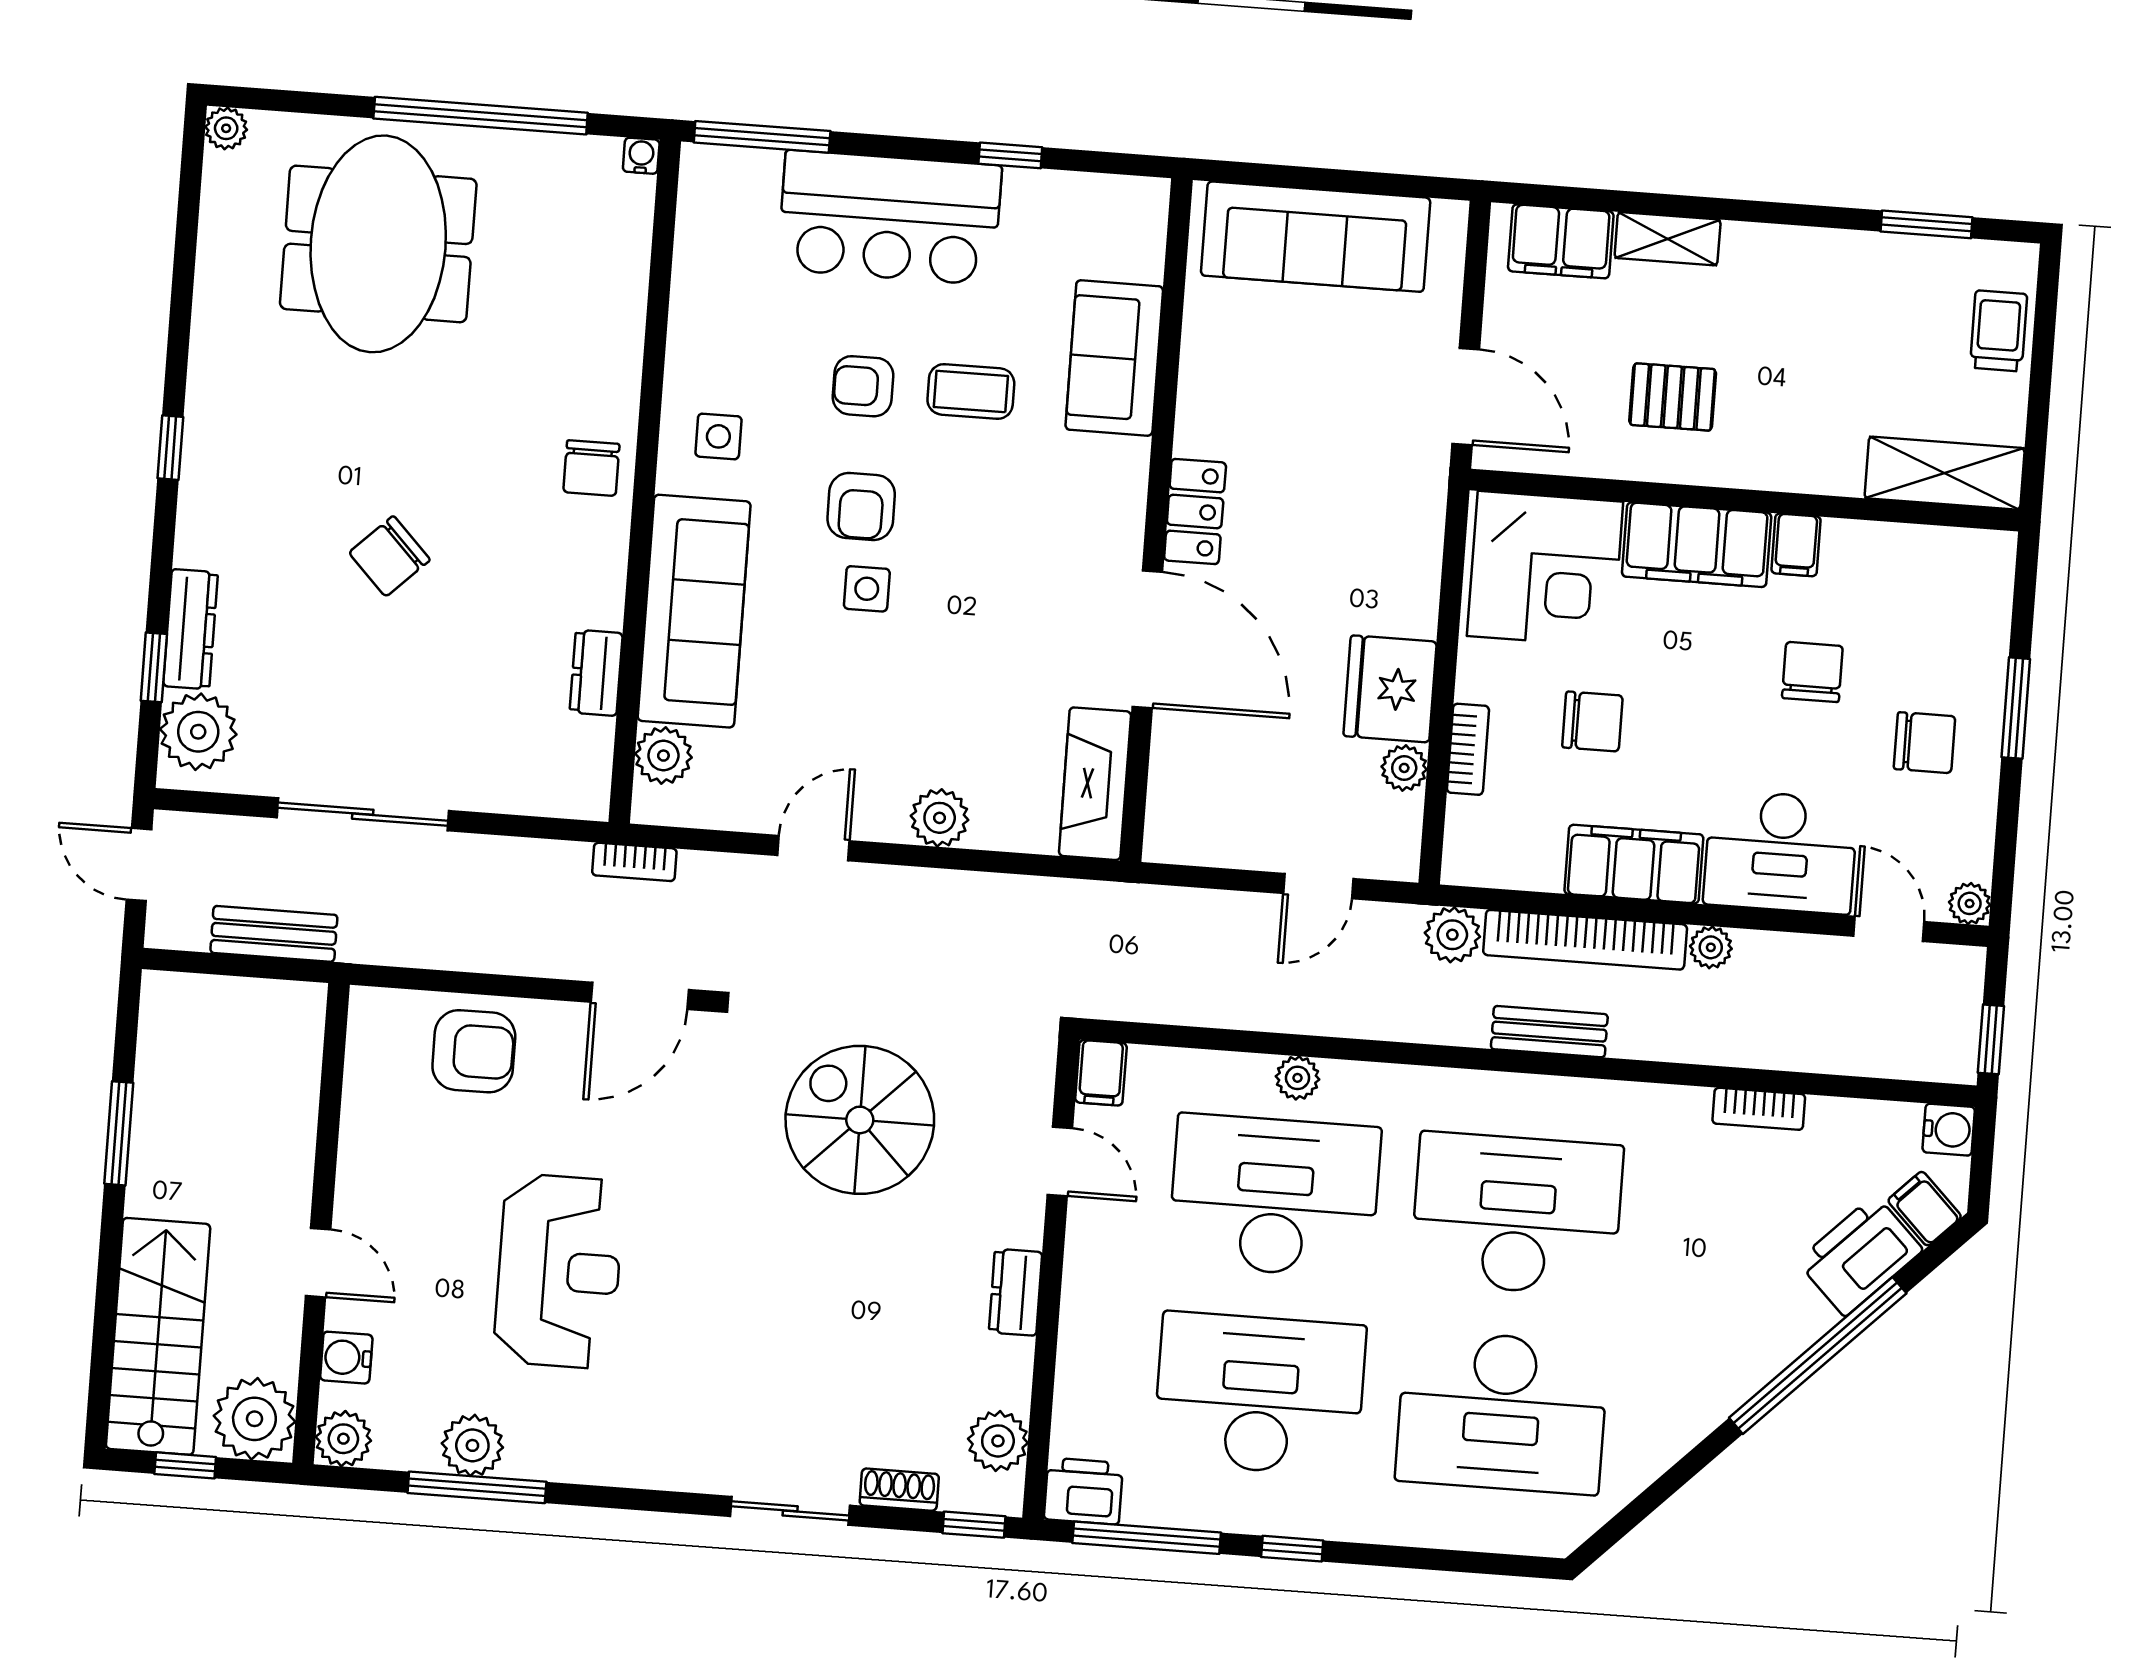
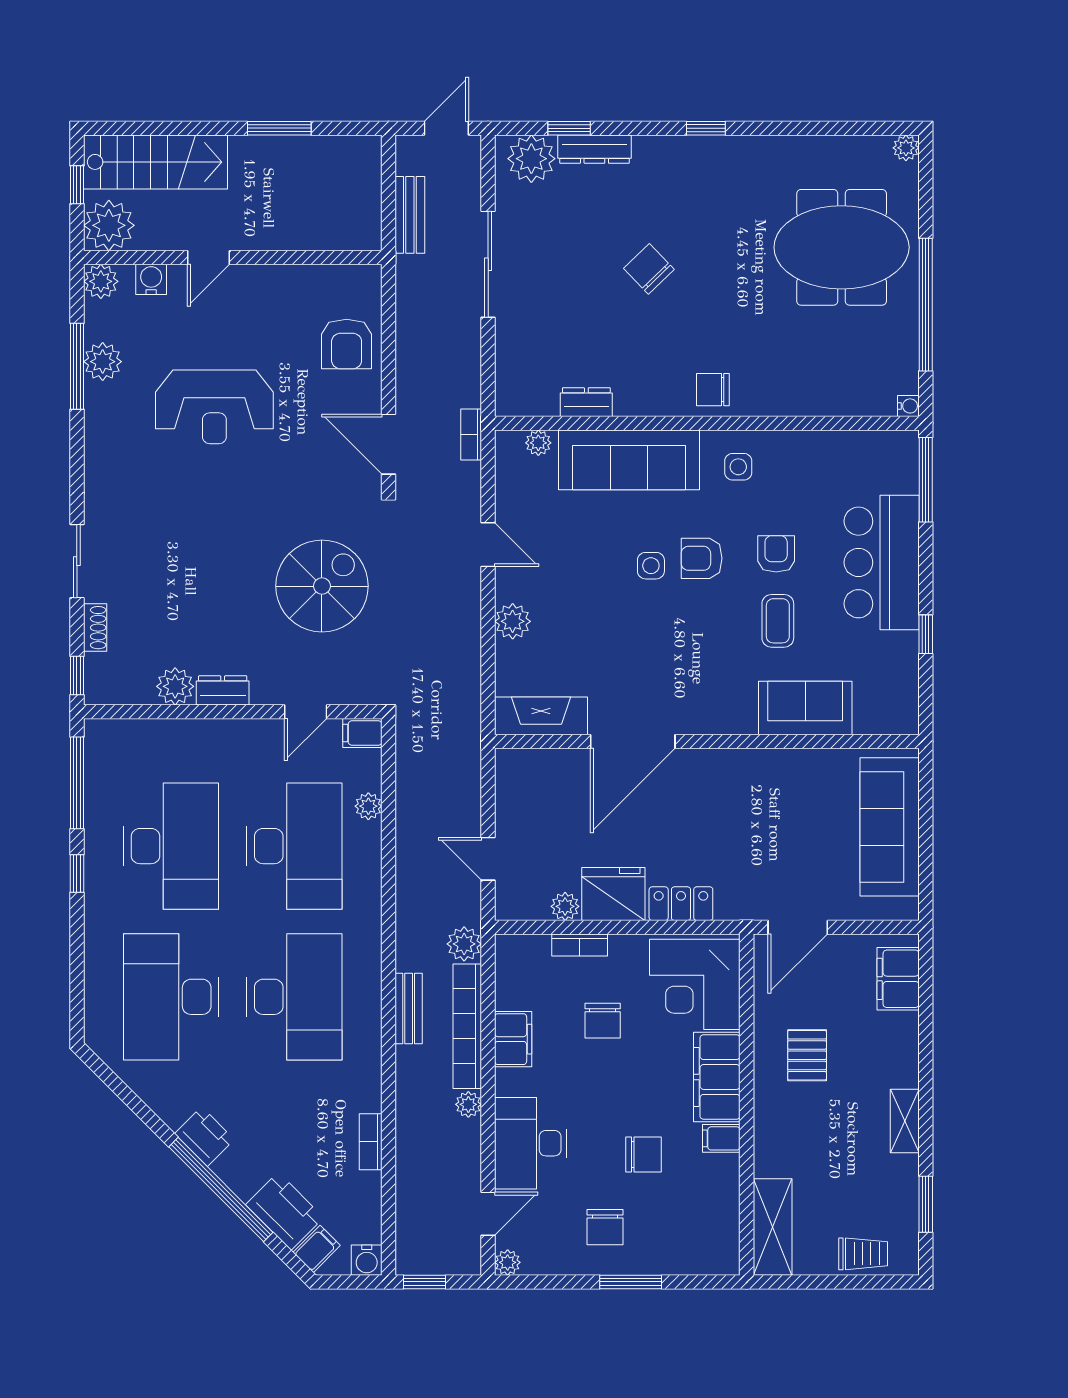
shelving: (1668, 239) -> (905, 1121), moved
locker: (1195, 512) -> (681, 904), moved, turned 180
plant: (663, 756) -> (538, 443), width x0.73, depth x0.73
filing cabinet: (1634, 864) -> (513, 1039), width x0.67, depth x0.86
plant: (1298, 1078) -> (368, 806), moved
plant: (998, 1441) -> (175, 686), moved
printer: (1083, 1491) -> (204, 1137), moved, turned -45

